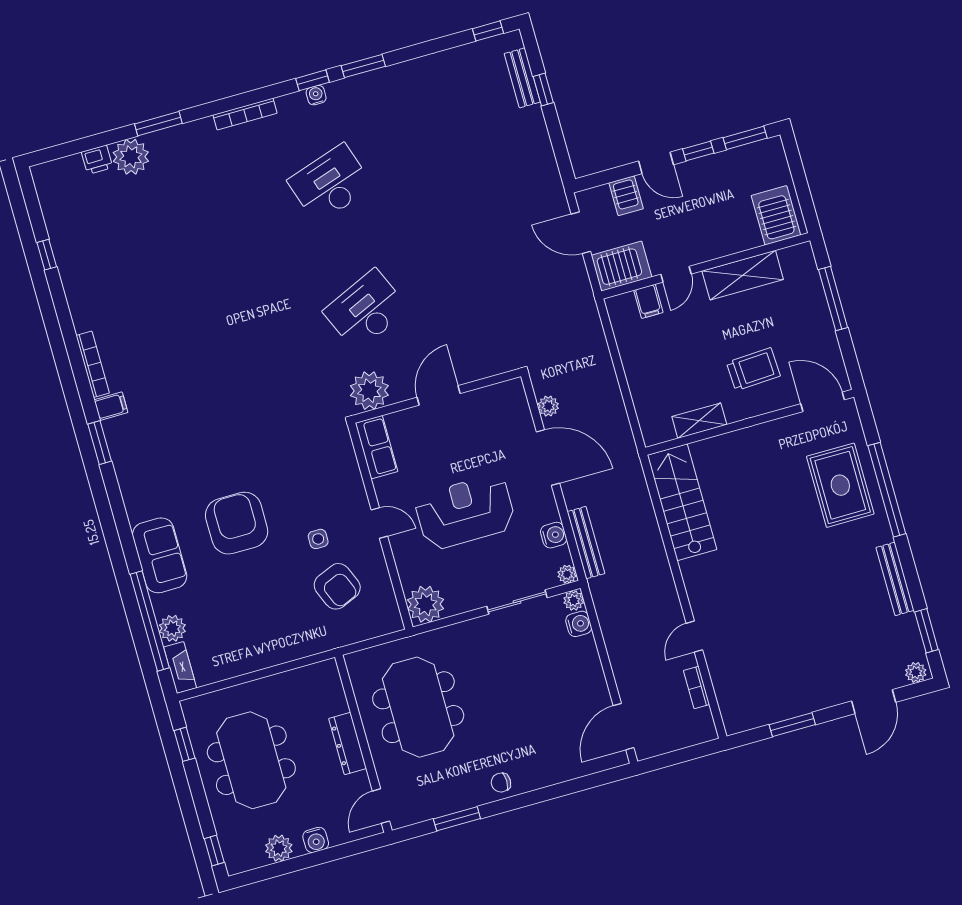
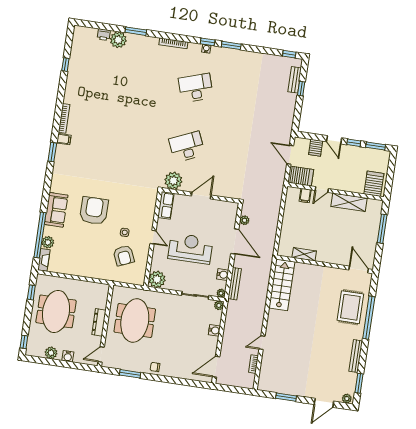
trolley: (753, 369) -> (336, 243), removed
water cooler: (579, 624) -> (214, 330), moved

